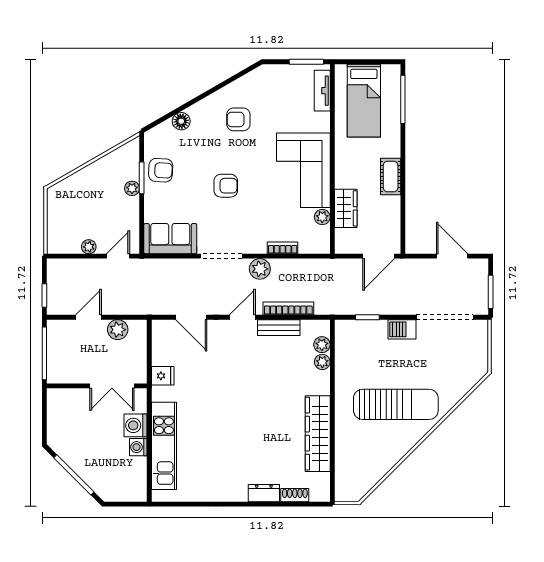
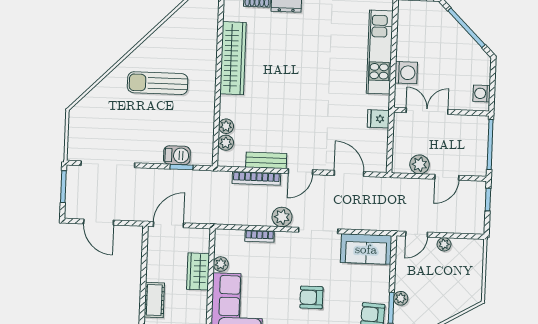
barbecue: (402, 329) -> (177, 155), moved
sun lounger: (396, 404) -> (158, 83), width x0.73, depth x0.75
washing machine: (138, 447) -> (482, 93), moved, turned 180

